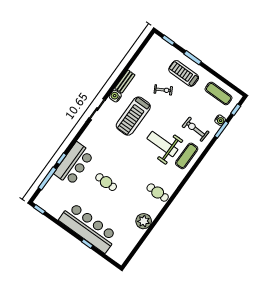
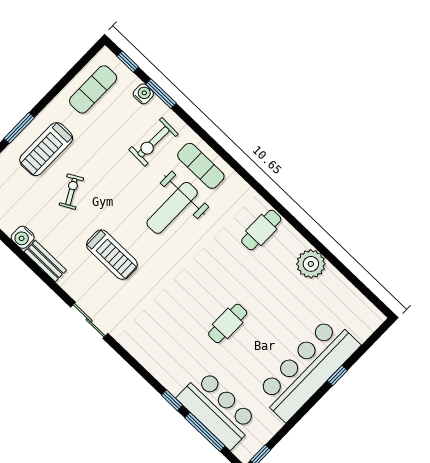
water cooler: (115, 96) -> (23, 237), moved
treadmill: (133, 116) -> (112, 255), width x0.73, depth x0.73
bar counter: (74, 164) -> (217, 409), moved

